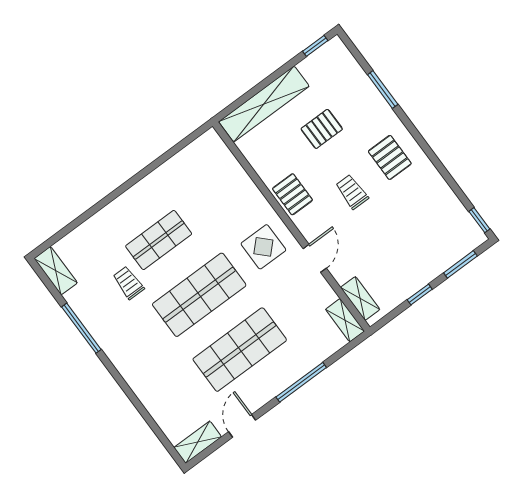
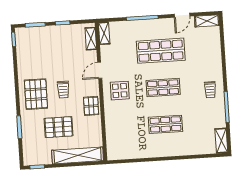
pallet: (322, 129) -> (59, 127), width x1.50, depth x1.42
pallet: (390, 157) -> (36, 94), width x1.50, depth x1.42
trolley: (128, 283) -> (210, 90), moved
shop shelf: (199, 295) -> (163, 88), width x0.70, depth x0.74

